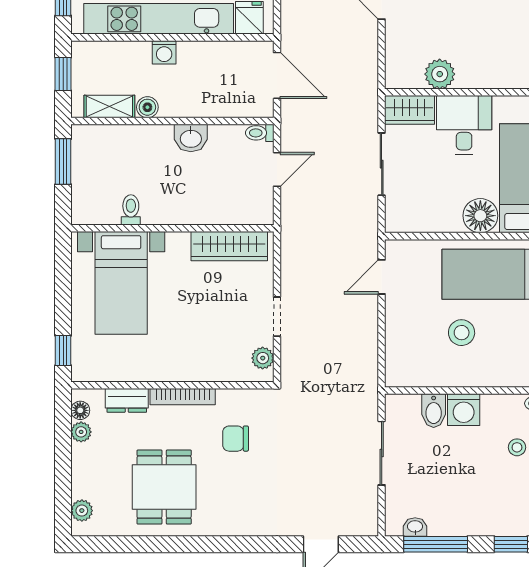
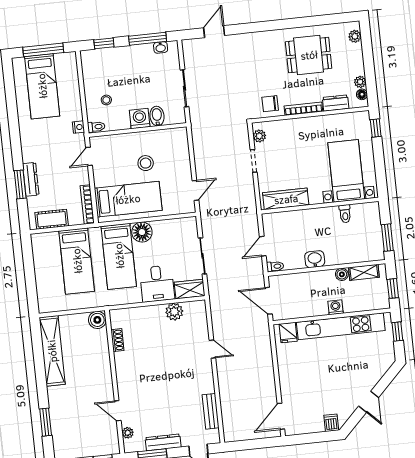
chair: (236, 439) -> (270, 104), moved, turned 180
dining table: (164, 487) -> (309, 55), turned 90

